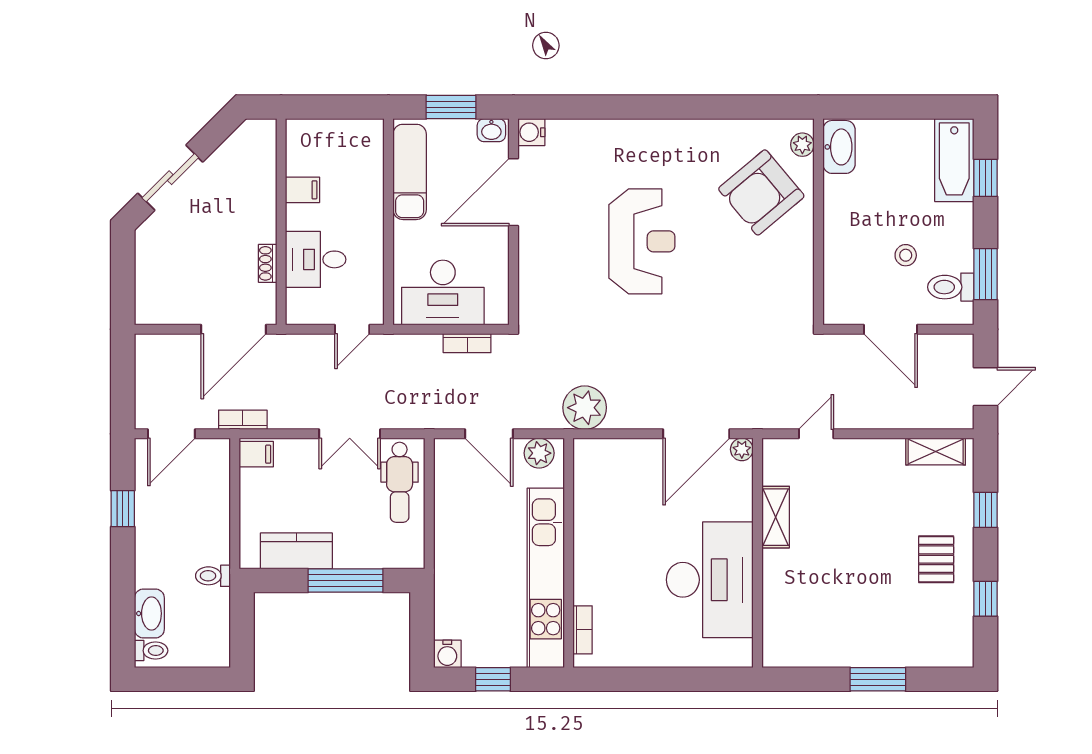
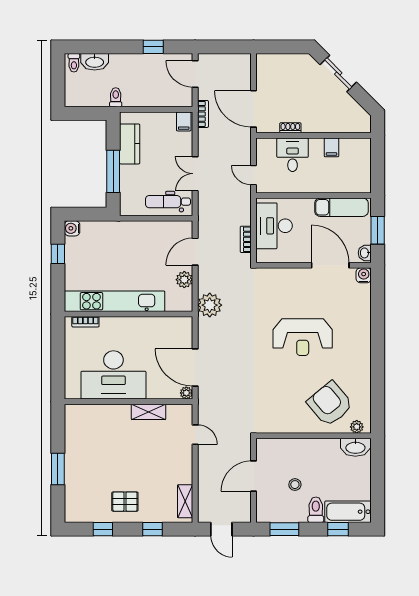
toilet: (951, 287) -> (316, 510), moved
wall: (569, 553) -> (129, 314), moved
kitchen unit: (546, 578) -> (115, 301), moved
bookcase: (583, 630) -> (85, 322), moved

